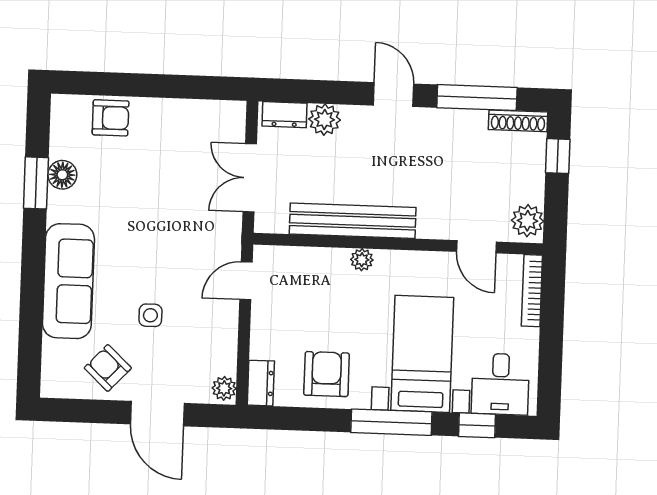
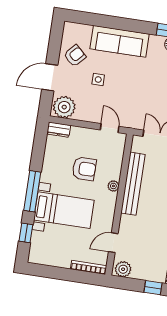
armchair: (327, 374) -> (84, 169), moved
desk: (500, 384) -> (45, 247), removed
plant: (224, 388) -> (64, 107), width x1.87, depth x1.87

